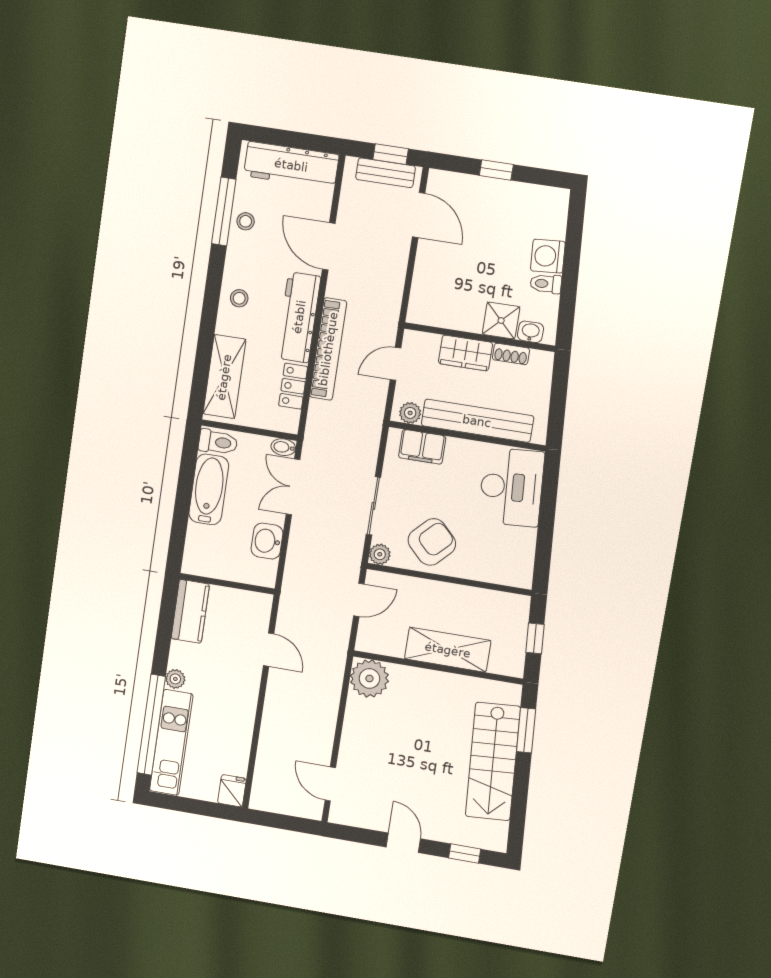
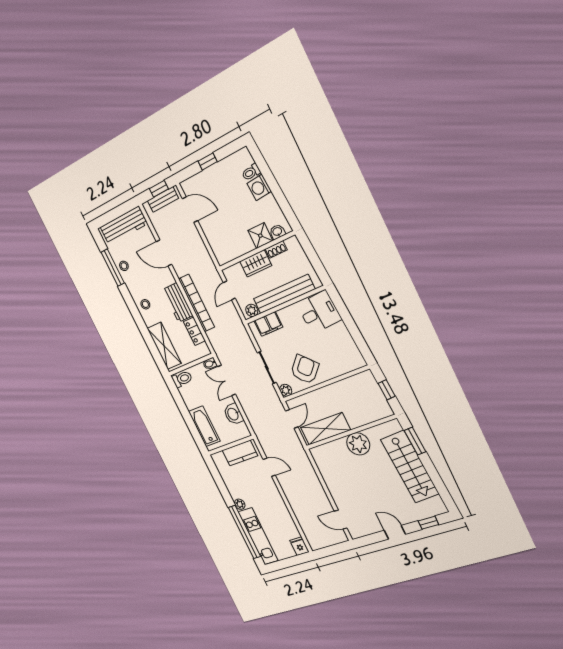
toilet: (546, 284) -> (251, 172), moved
workbench: (299, 317) -> (178, 303), width x0.73
desk: (511, 487) -> (319, 312), width x0.73
bathtub: (209, 489) -> (204, 426), moved
kitchen counter: (190, 611) -> (240, 453), moved, turned 90
shelving: (448, 650) -> (325, 429), moved
plant: (369, 678) -> (358, 444), moved

